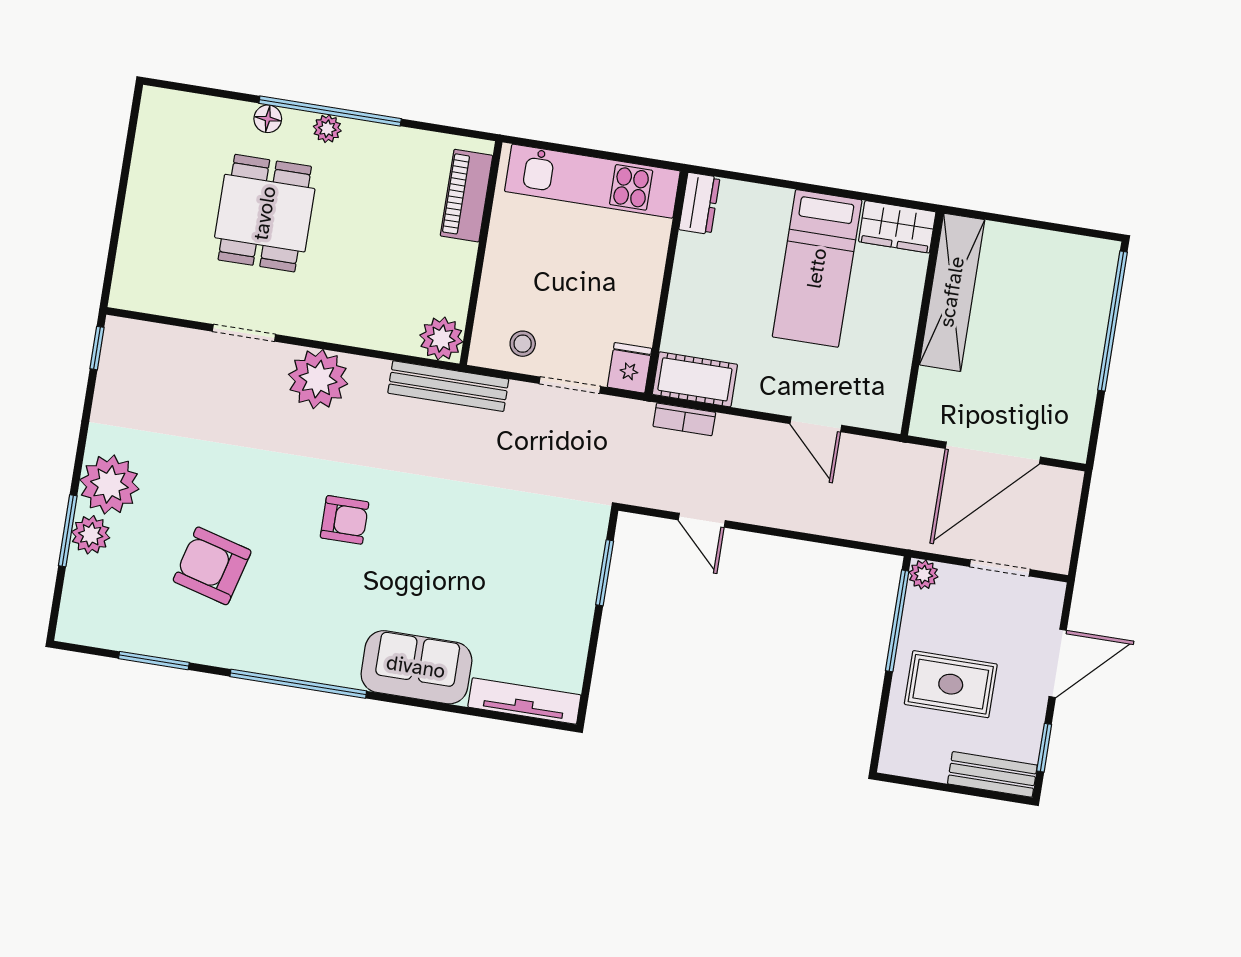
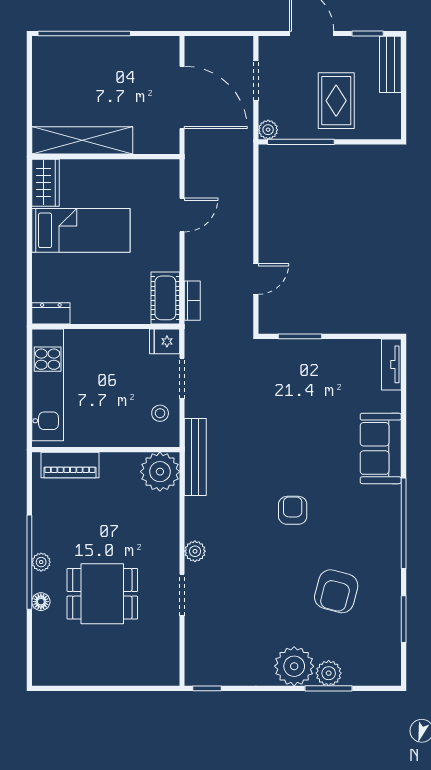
plant: (441, 339) -> (160, 472), width x1.36, depth x1.36
plant: (318, 379) -> (195, 551), width x0.53, depth x0.53
tv unit: (524, 701) -> (391, 364), width x0.71

